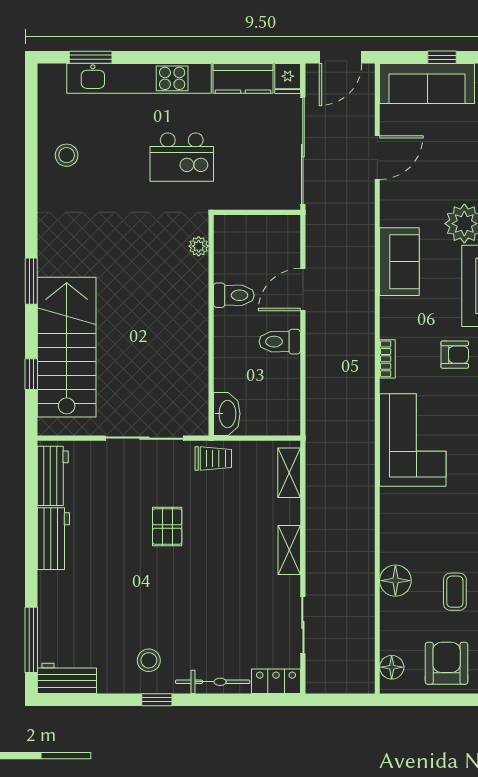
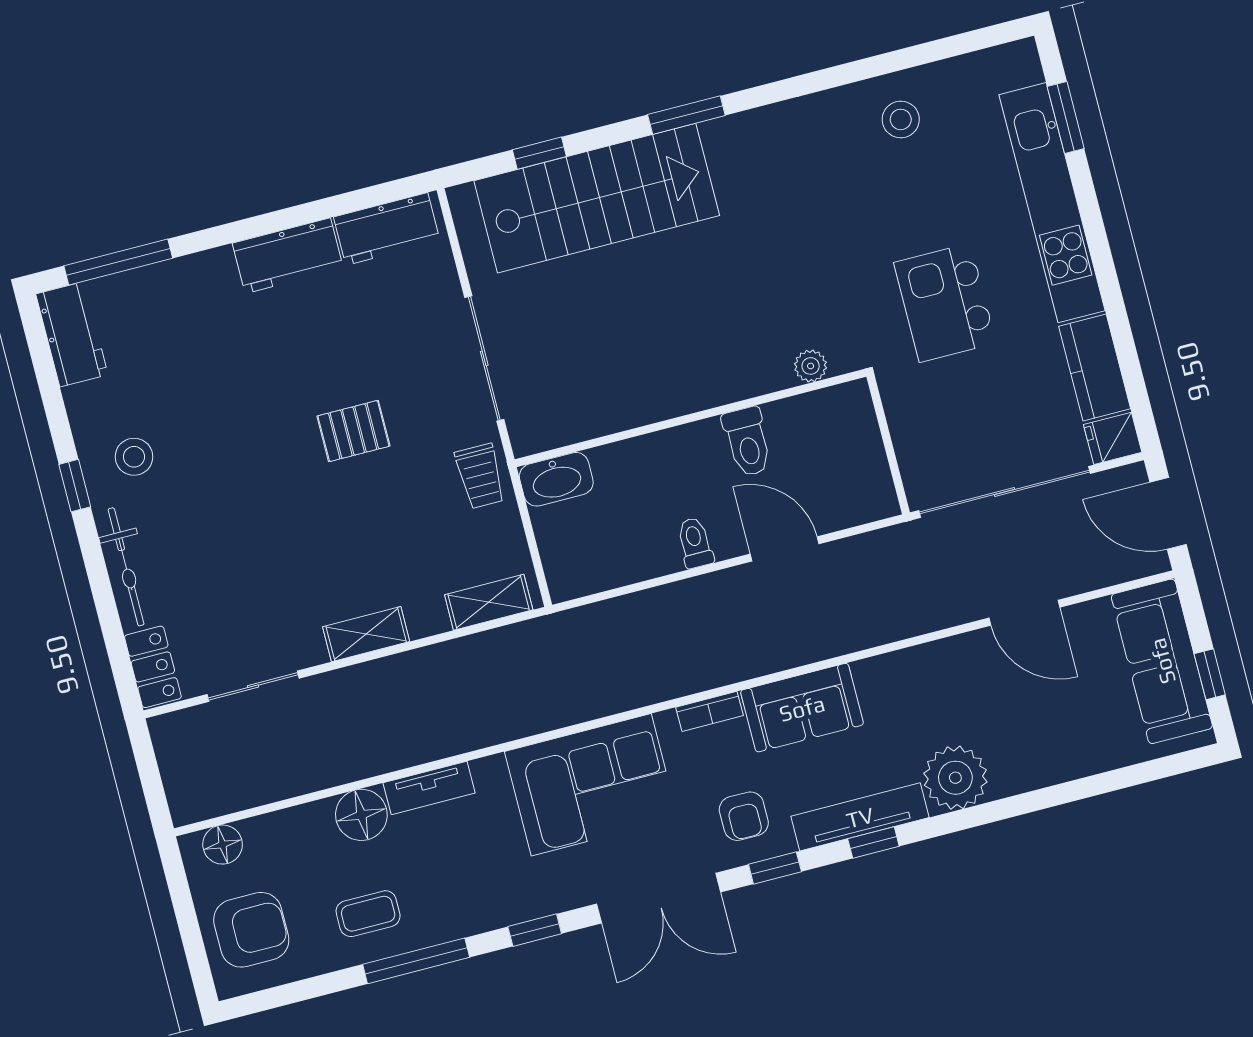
sofa: (399, 262) -> (802, 708), moved
toilet: (280, 342) -> (695, 543), width x0.73, depth x0.72
tv unit: (390, 536) -> (429, 788), added

